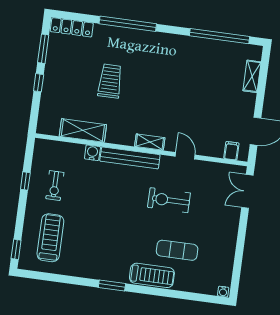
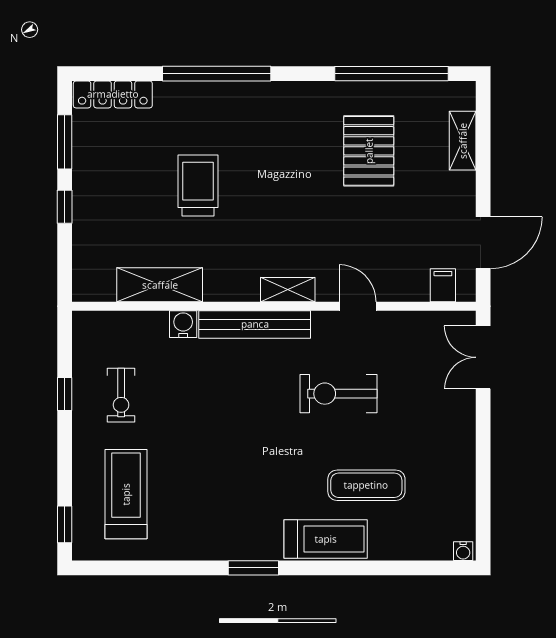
pallet: (202, 75) -> (369, 151), added

